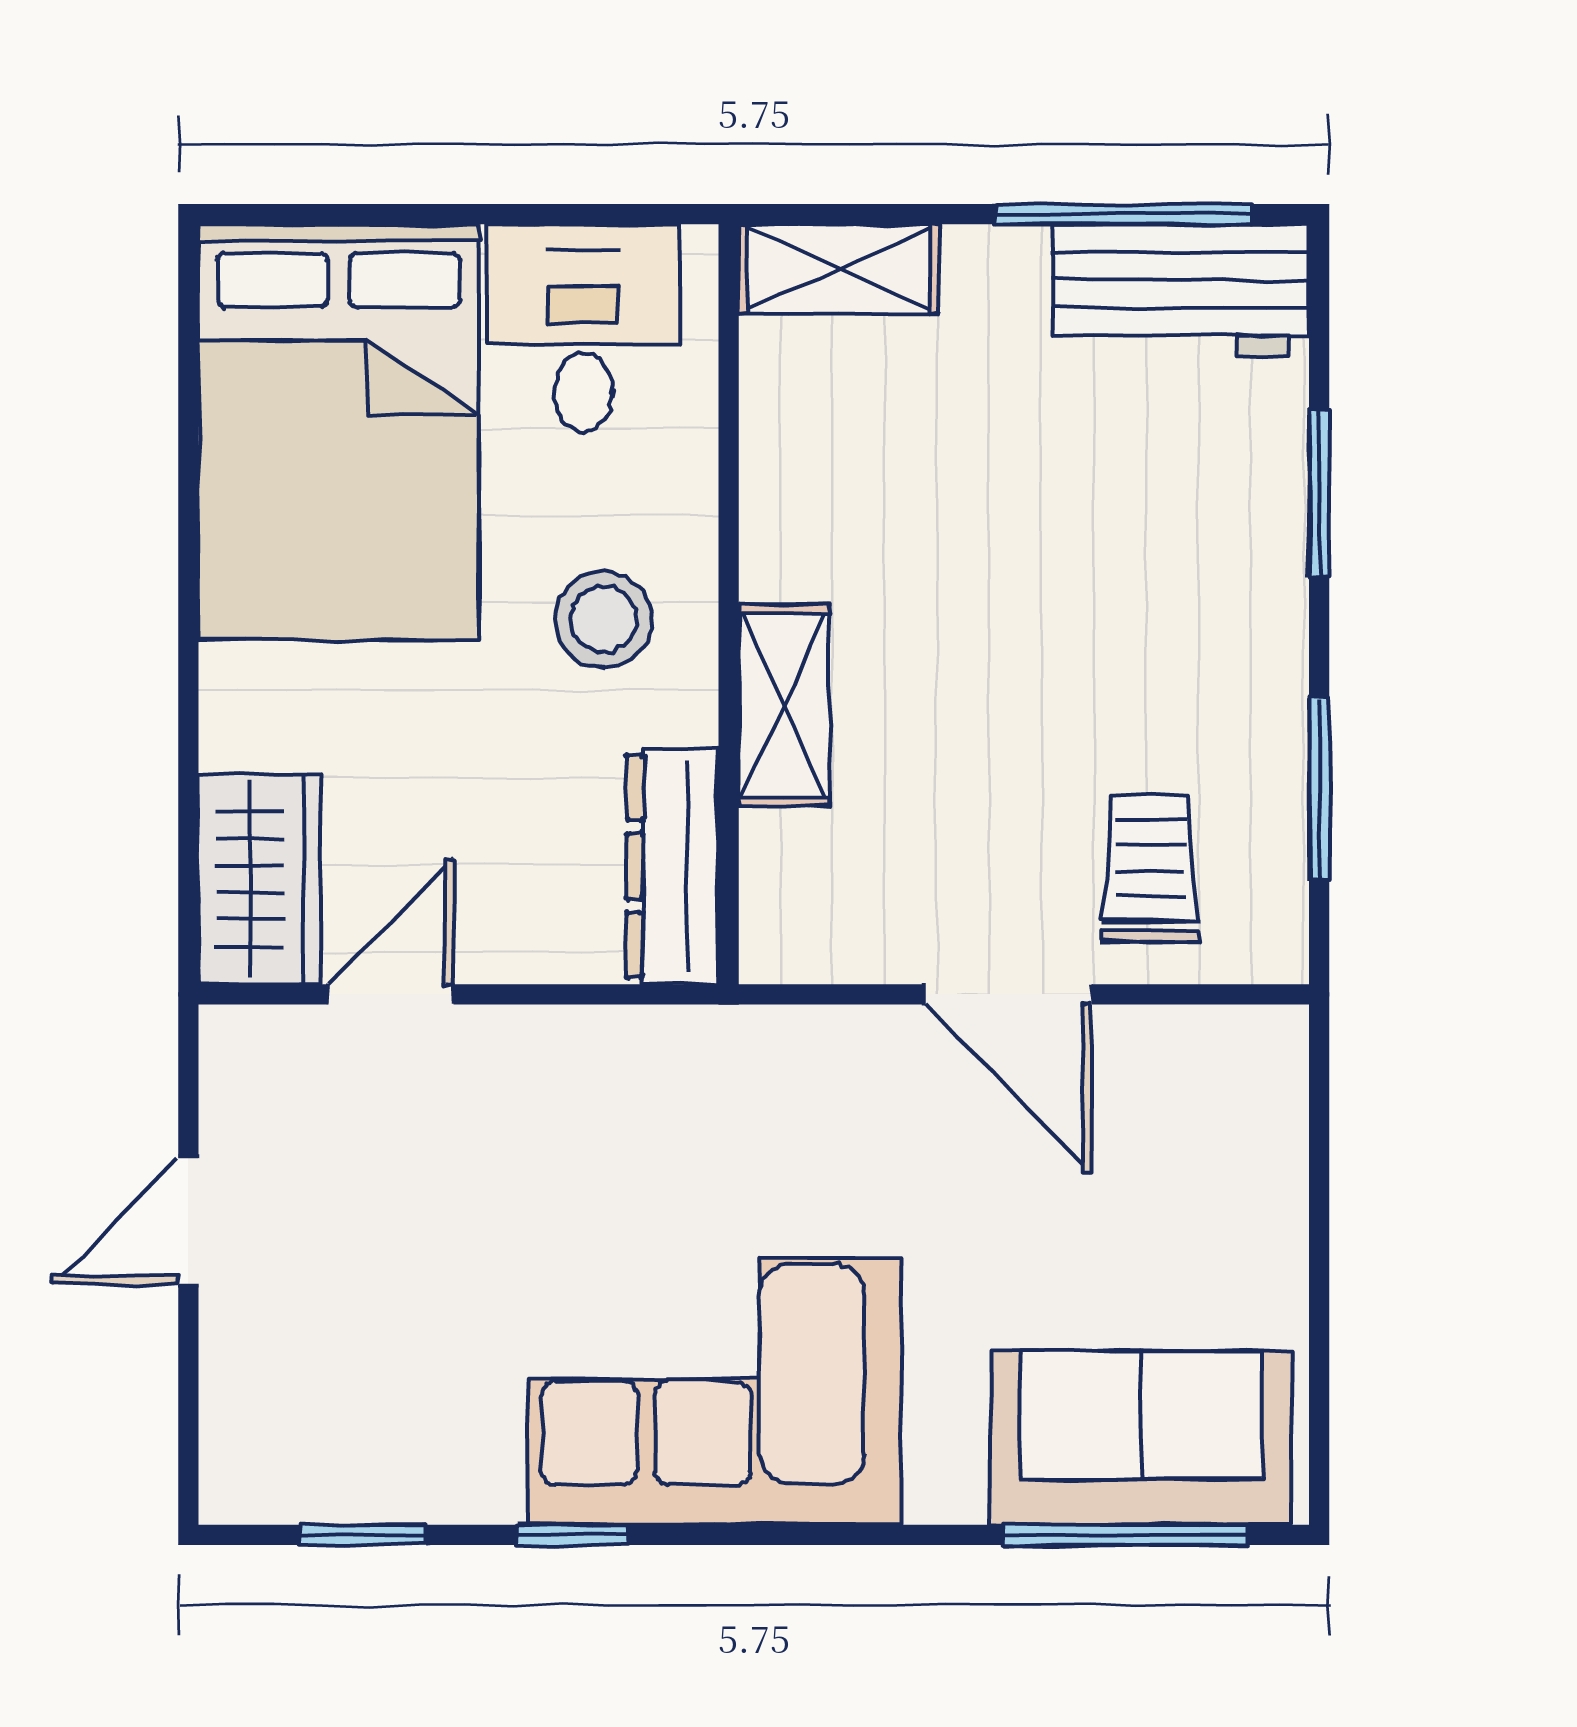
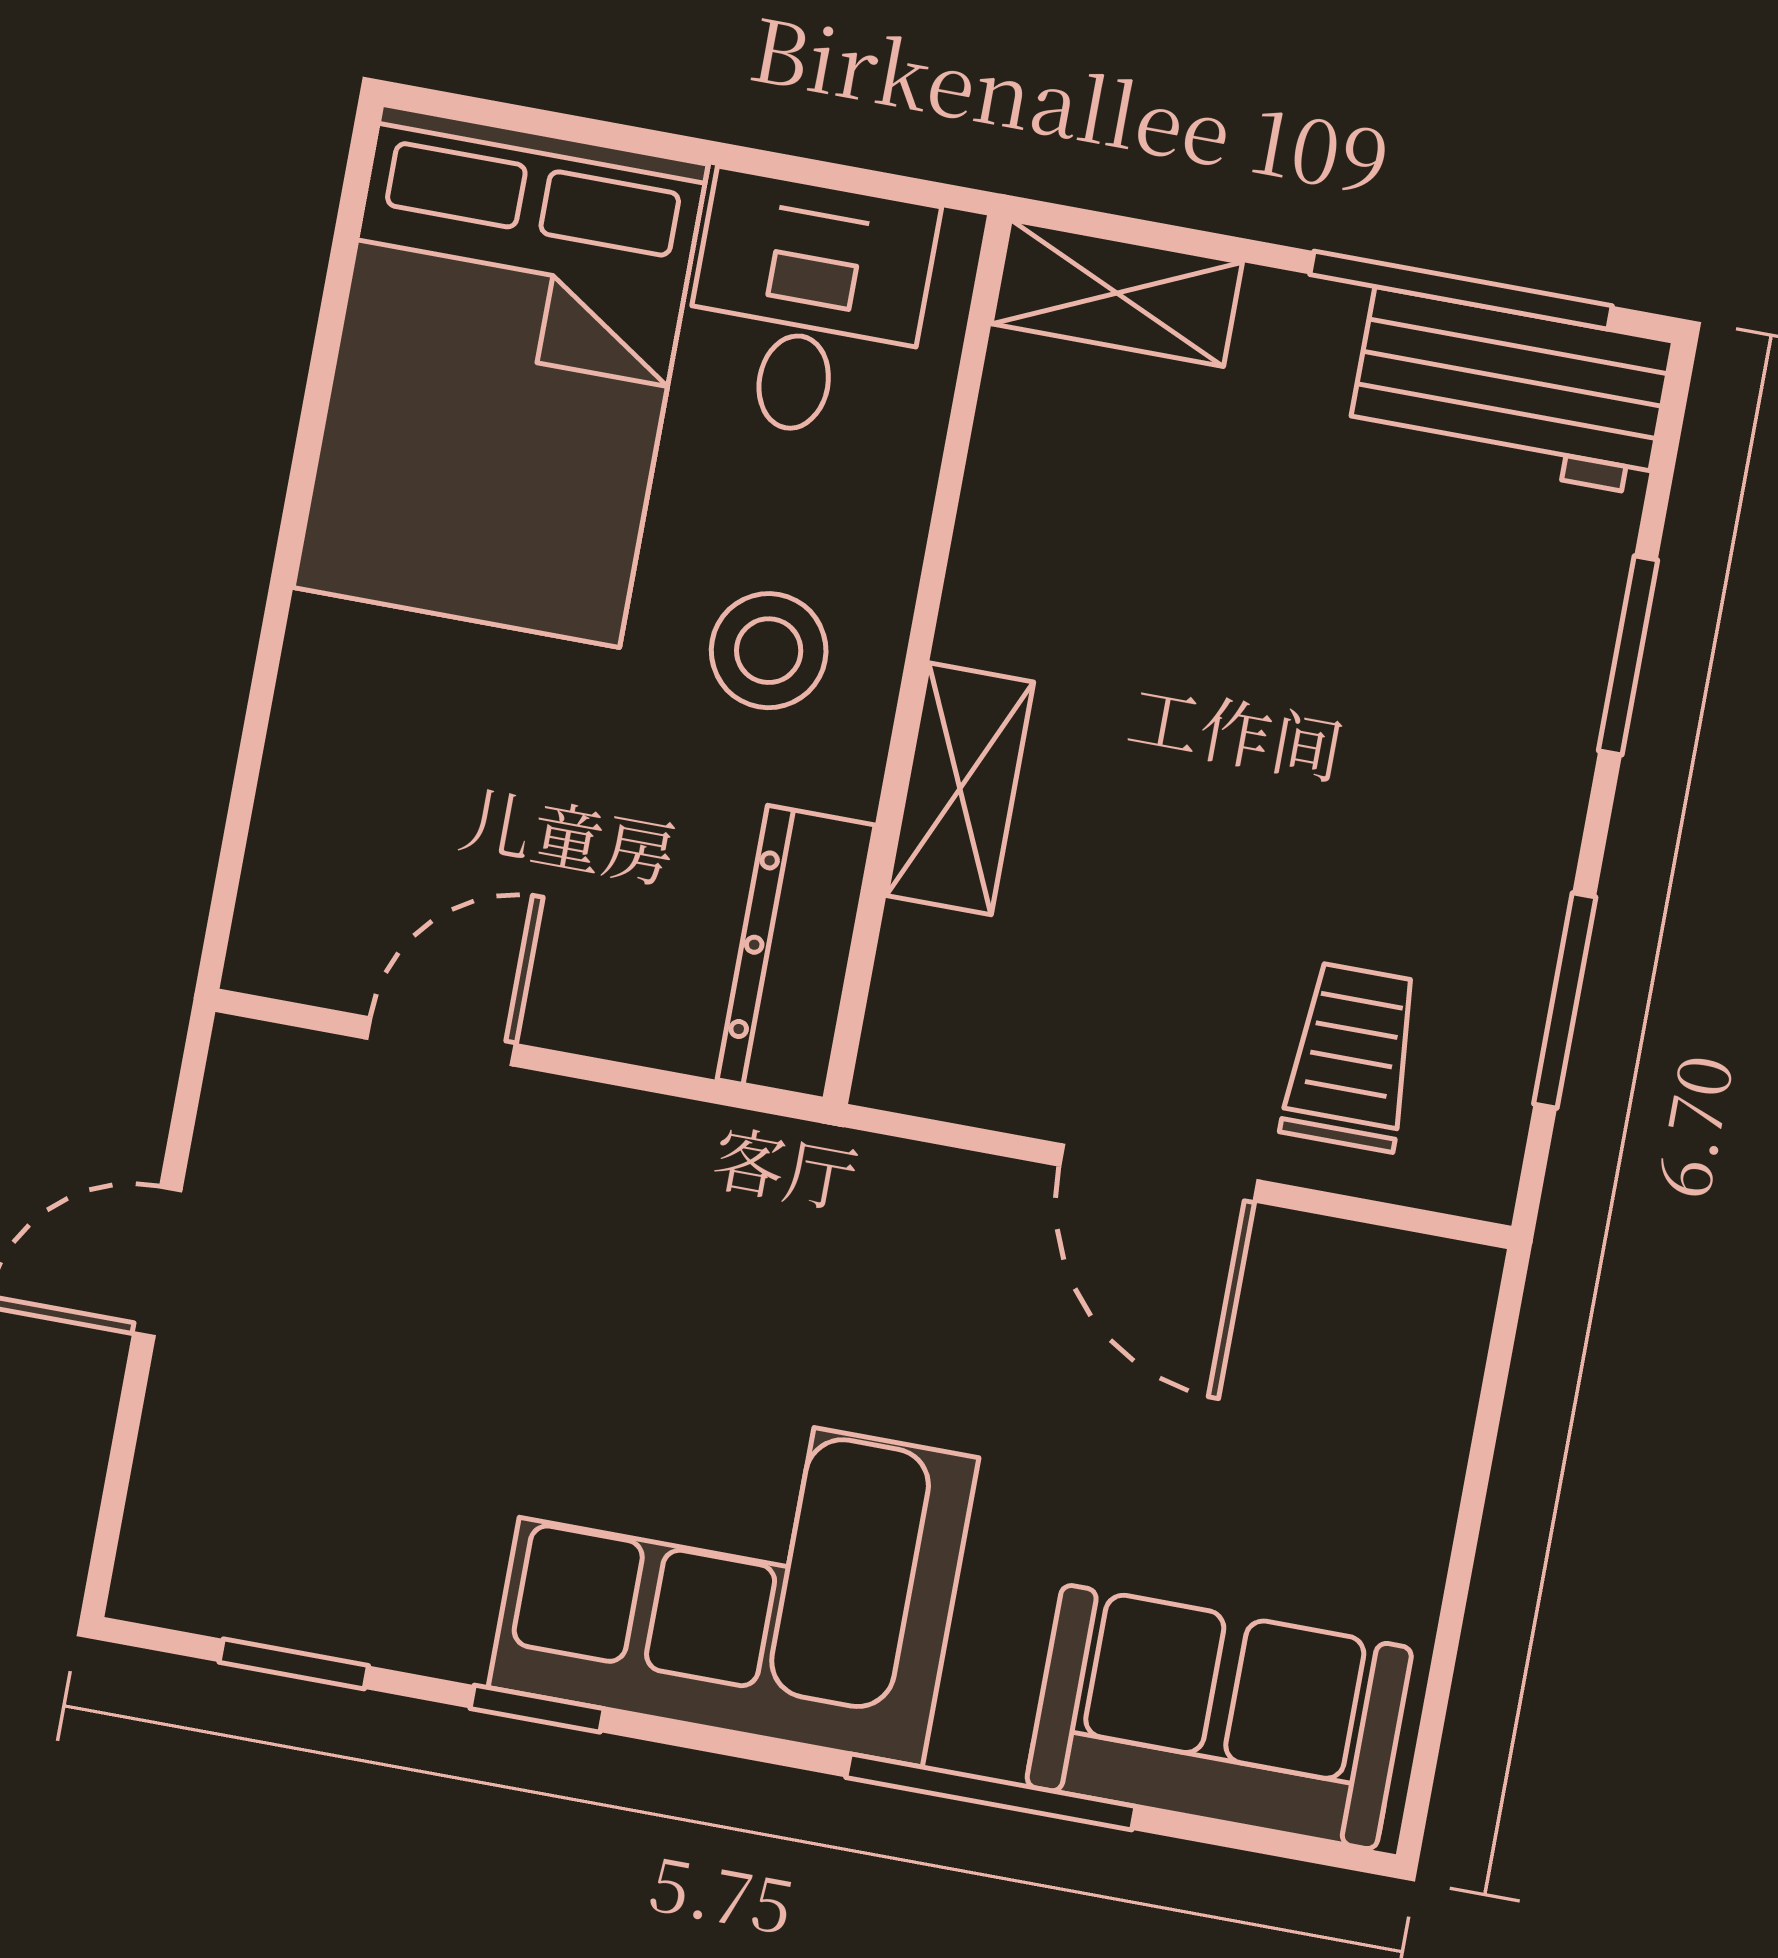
wardrobe: (260, 879) -> (313, 879), removed
window: (1126, 1535) -> (991, 1792), moved

